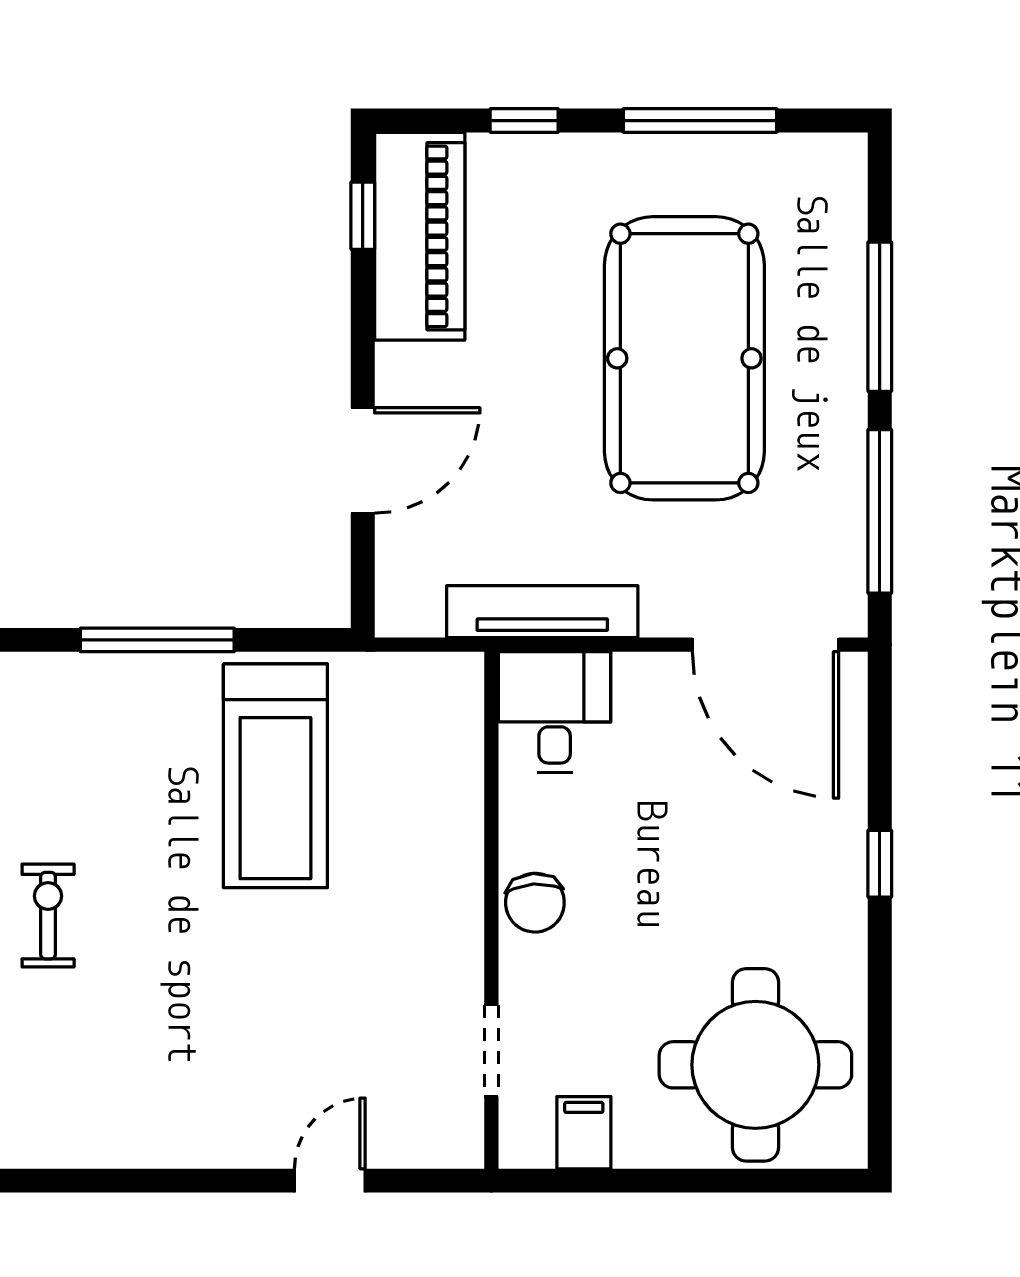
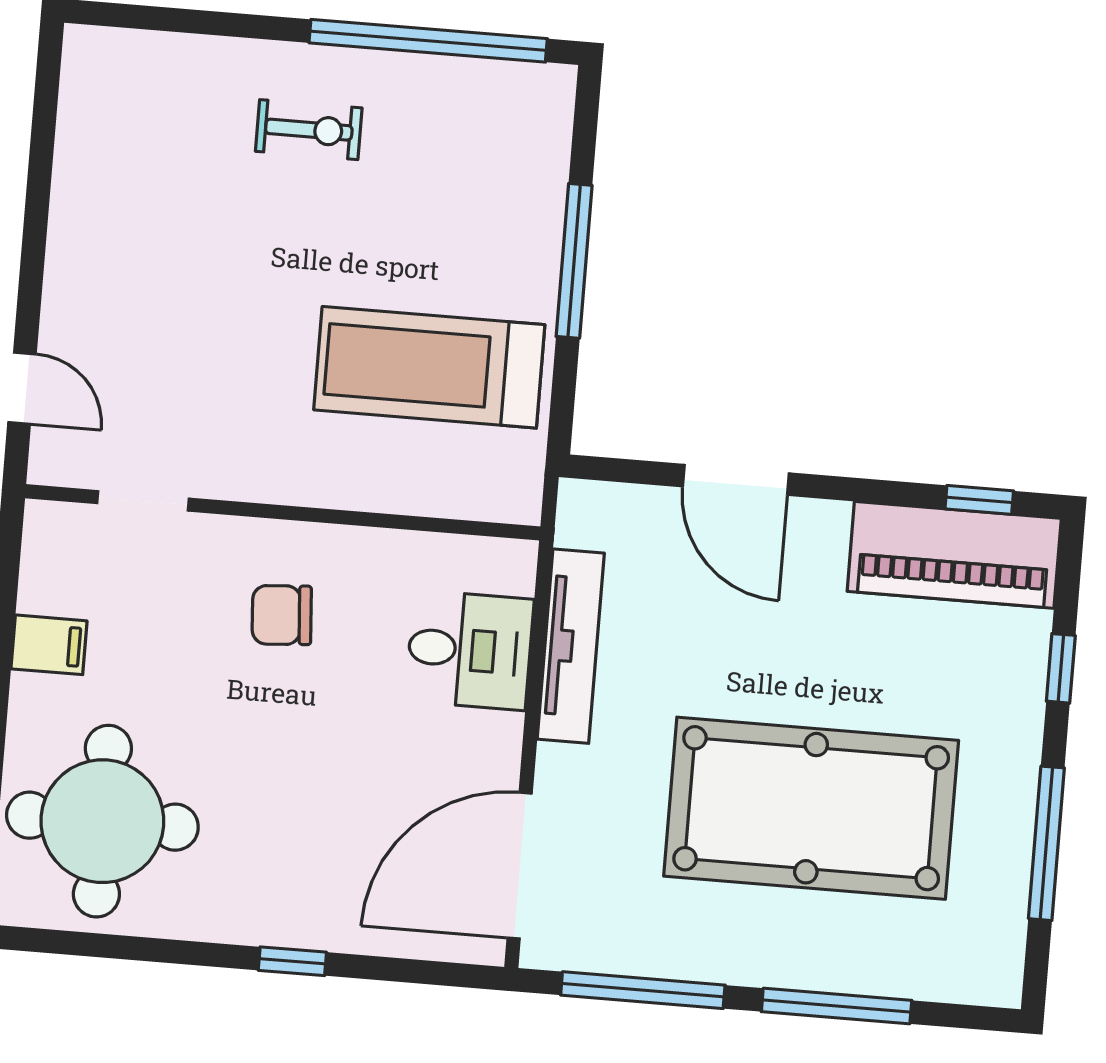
wall: (491, 910) -> (283, 512), moved
doorway: (491, 1051) -> (143, 501), moved

